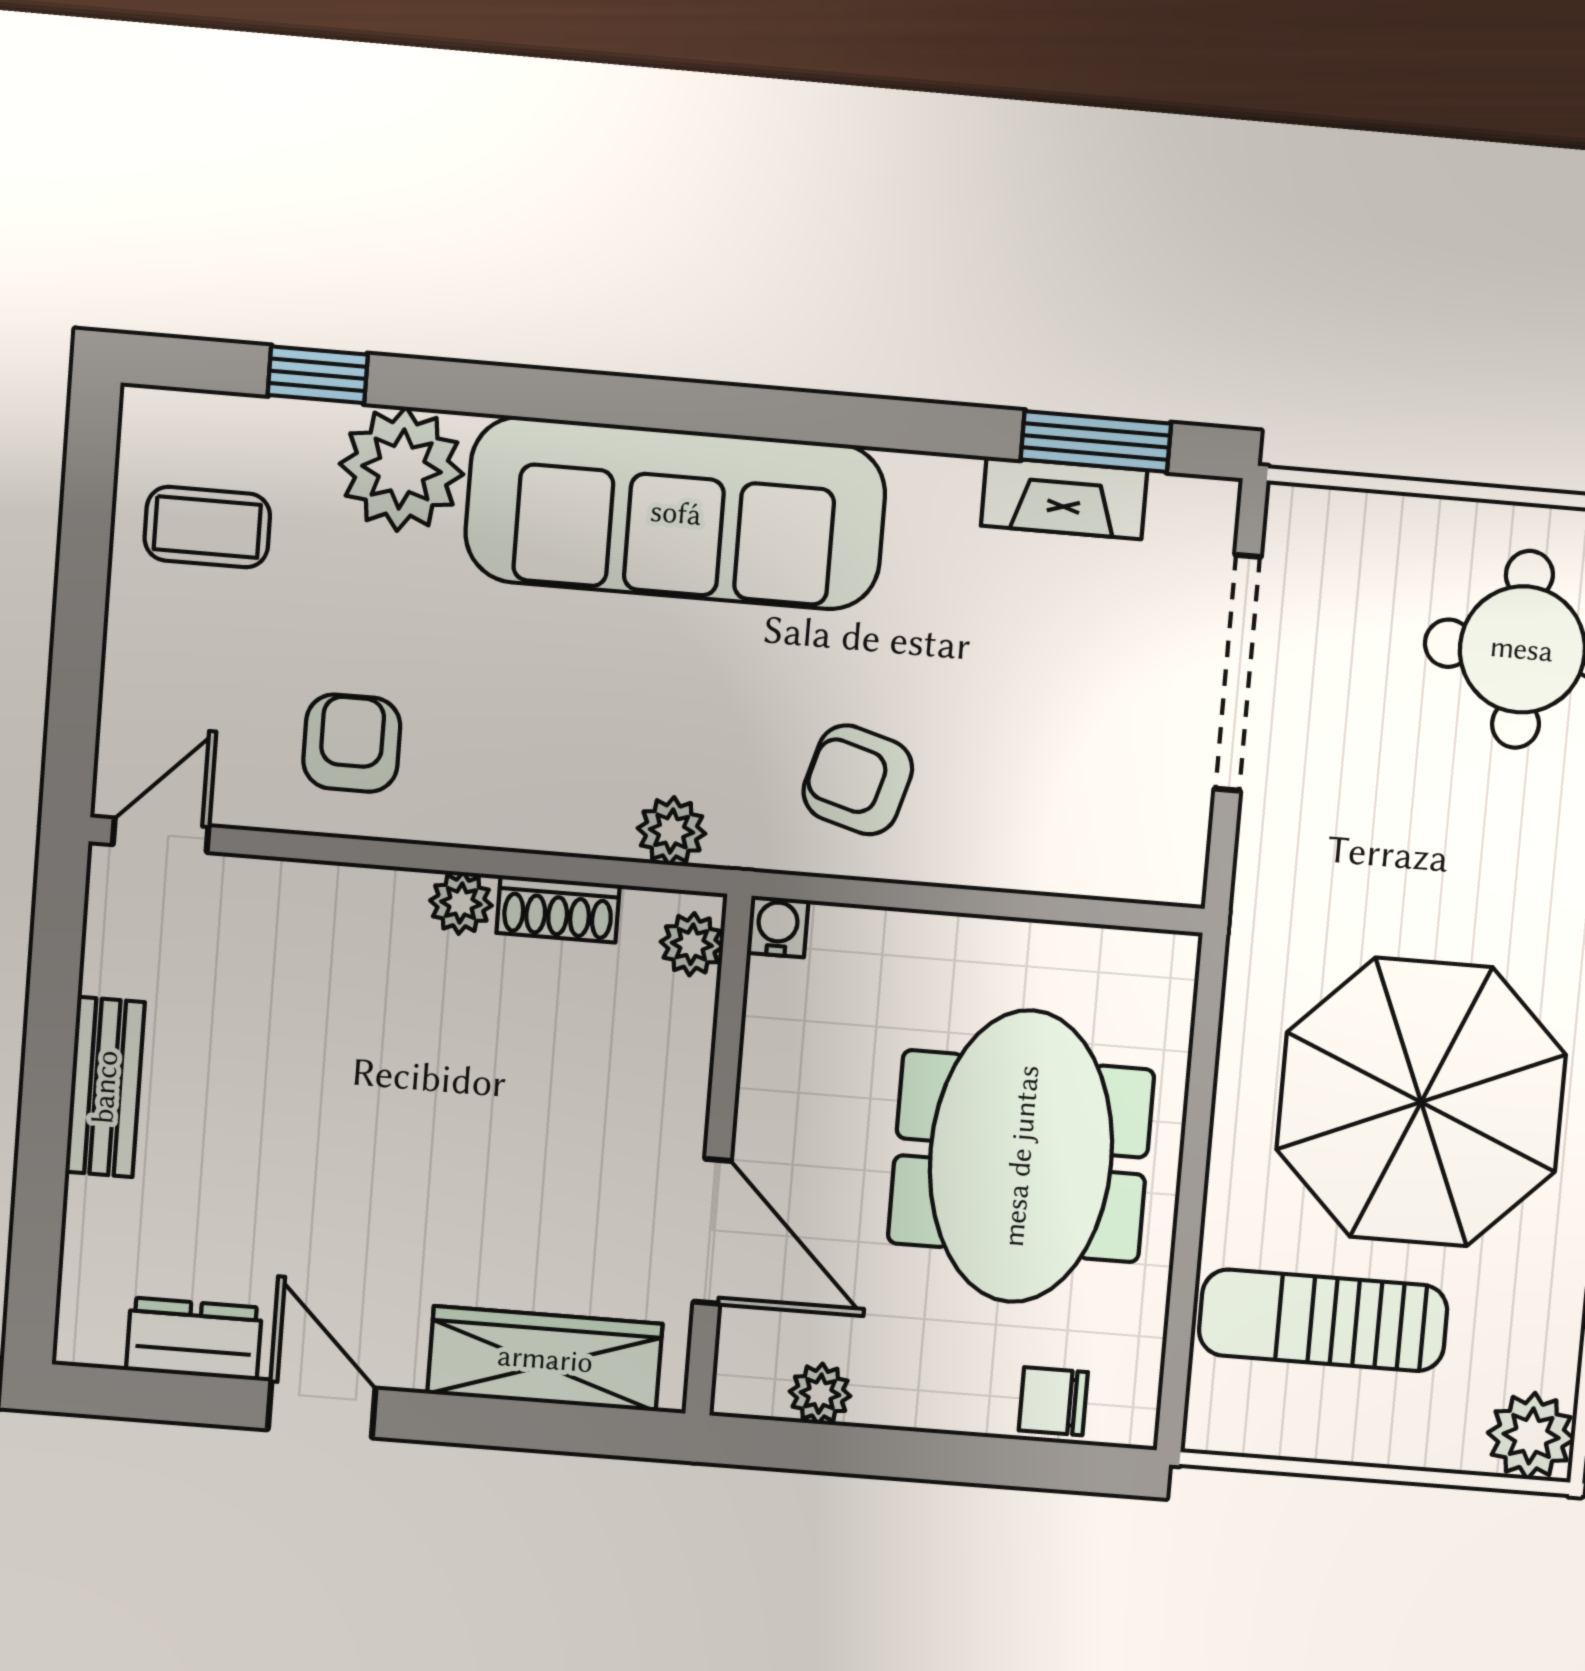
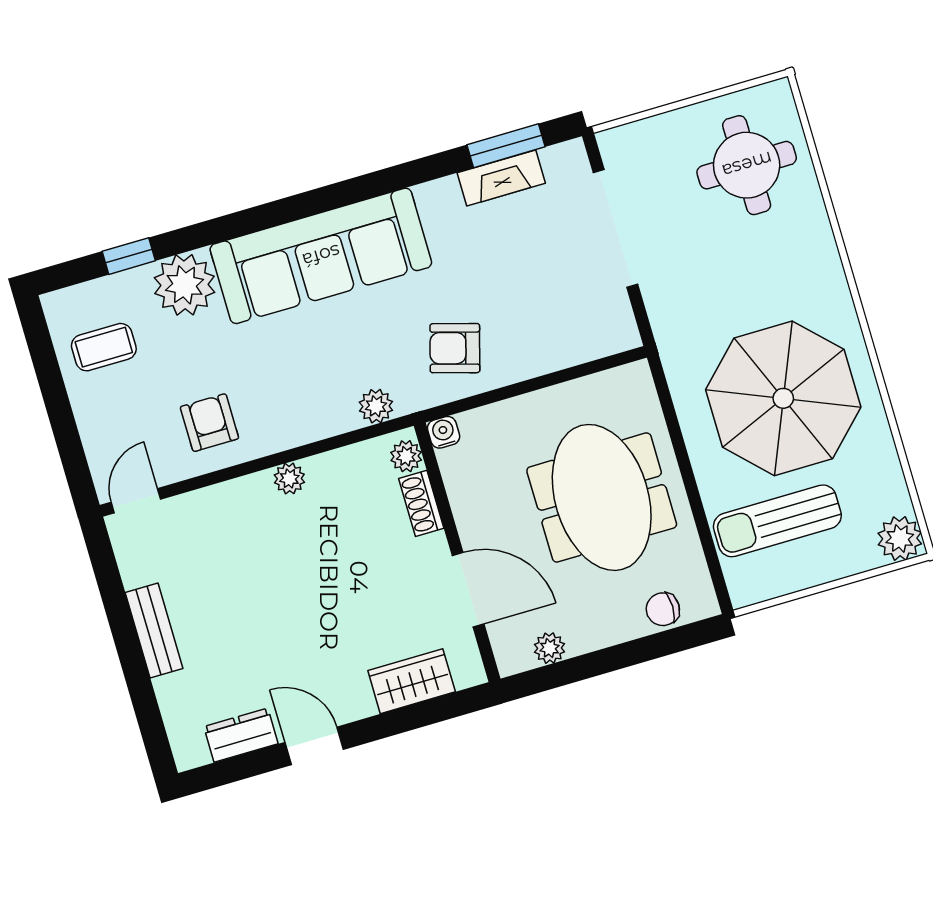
shoe rack: (558, 909) -> (421, 503), moved, turned 90
wardrobe: (545, 1359) -> (412, 681), width x0.67

